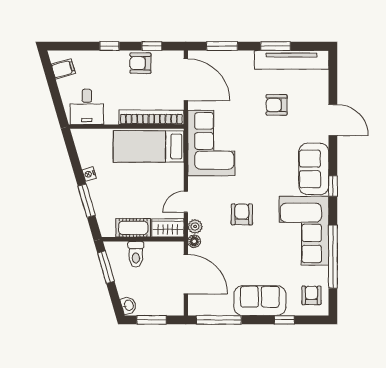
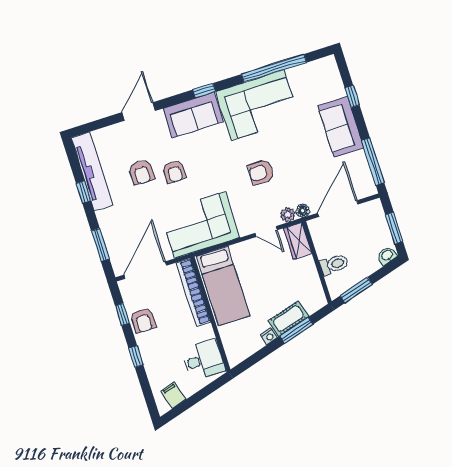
window: (275, 46) -> (83, 192), width x0.67
cot: (133, 228) -> (288, 319), moved, turned 74
armchair: (311, 295) -> (174, 172), moved, turned -90

